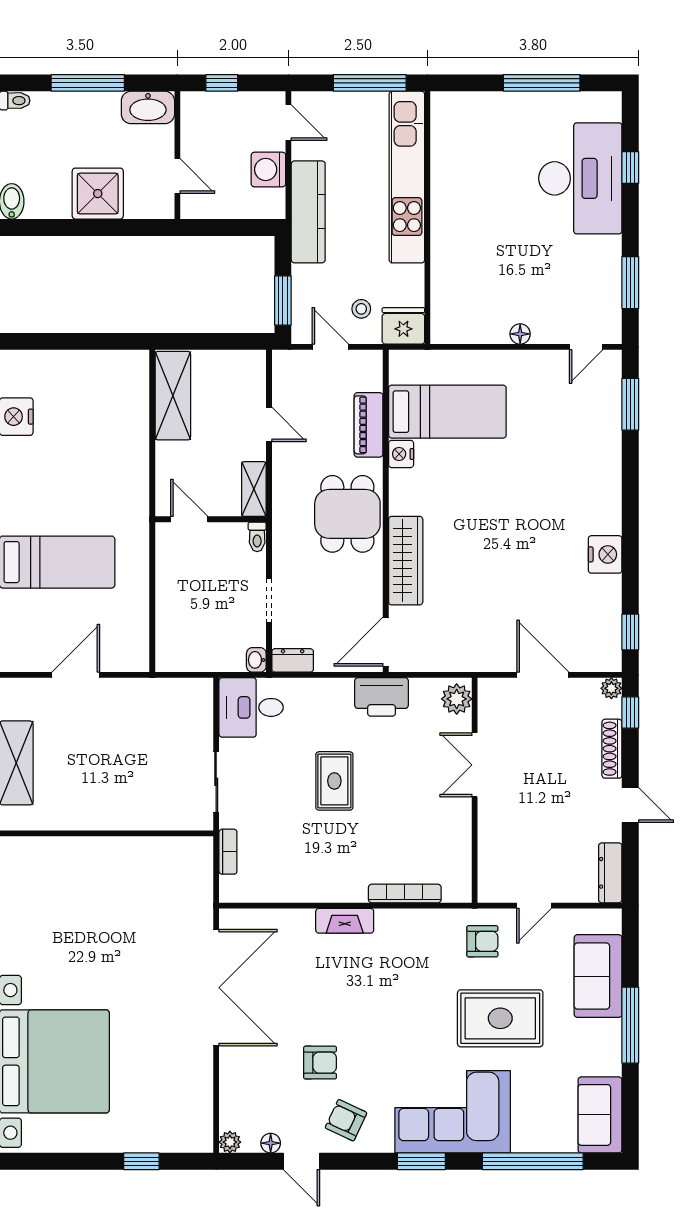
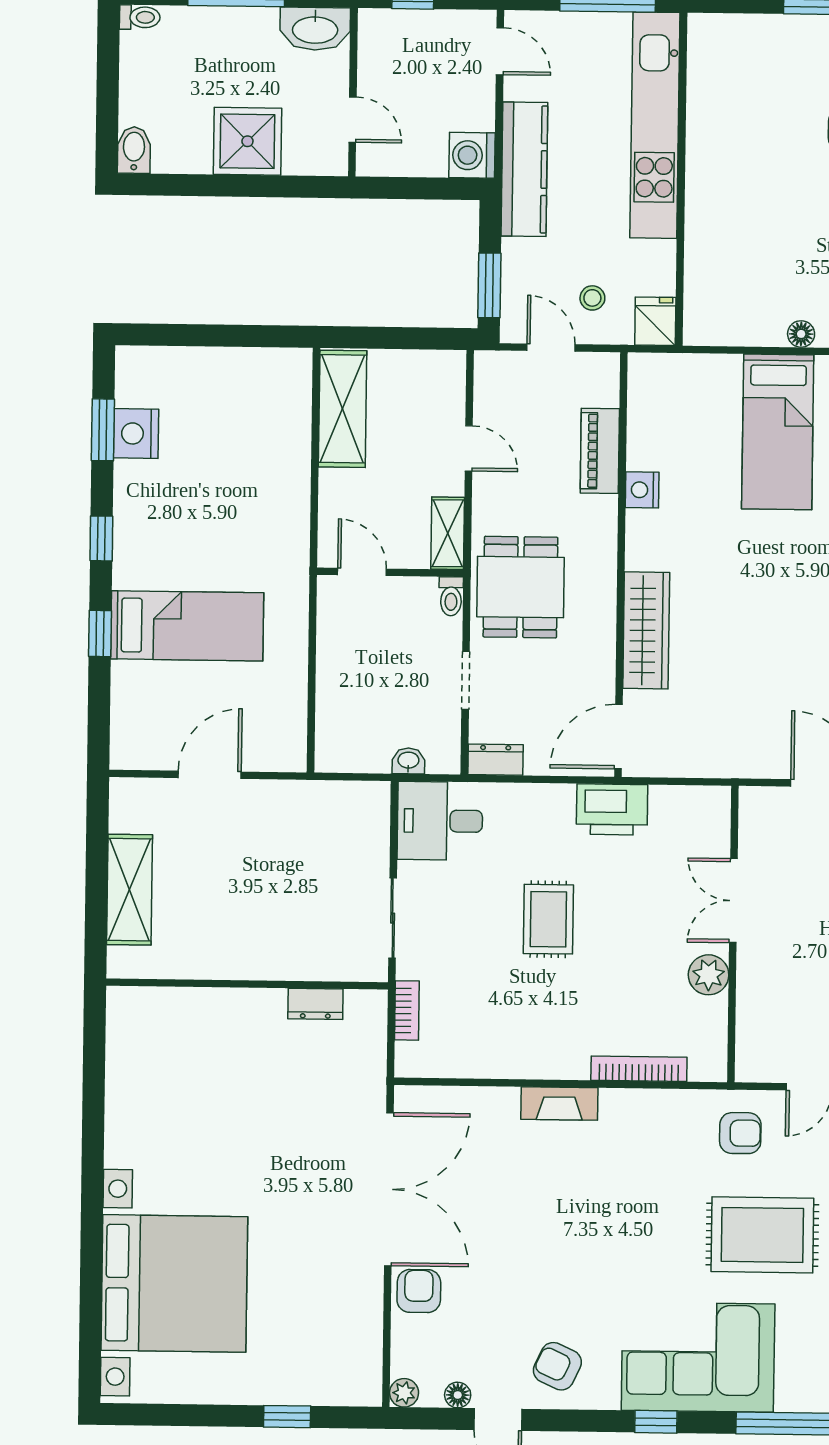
washing machine: (268, 169) -> (472, 155), moved
fridge: (403, 326) -> (655, 321), width x0.72
bed: (447, 412) -> (778, 432), moved, turned 90
dining table: (347, 514) -> (520, 587), moved
washbasin: (256, 660) -> (408, 761), moved, turned 90
plant: (457, 699) -> (709, 975), moved
dresser: (159, 848) -> (315, 1004), added
armchair: (320, 1063) -> (419, 1291), moved, turned -90
window: (421, 1161) -> (656, 1422), width x0.67

